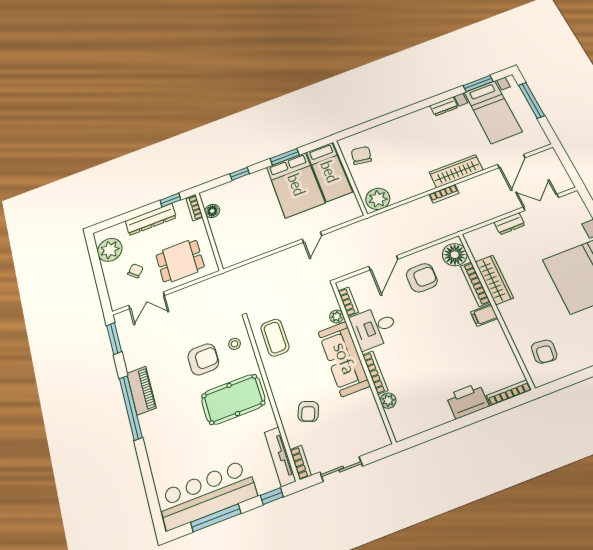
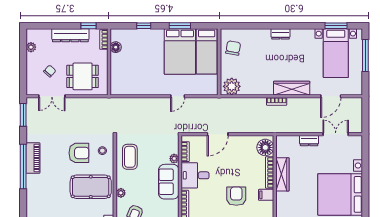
dresser: (444, 106) -> (280, 34), moved
plant: (110, 250) -> (31, 47), width x0.53, depth x0.53
armchair: (422, 278) -> (236, 196), moved, turned -90
sofa: (344, 359) -> (169, 182), width x0.73
plant: (278, 391) -> (121, 193), added

